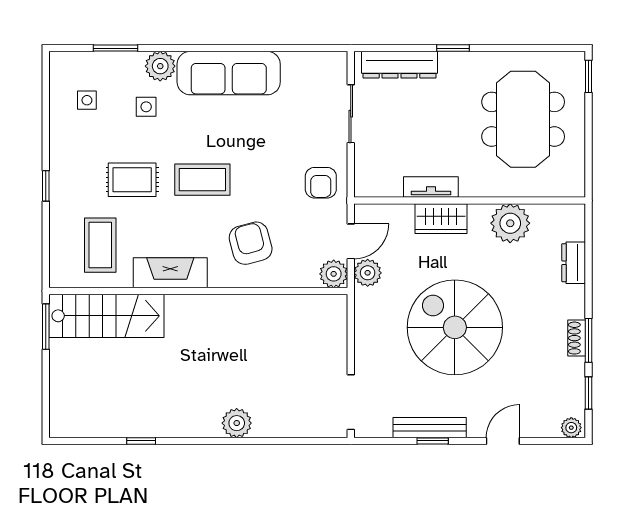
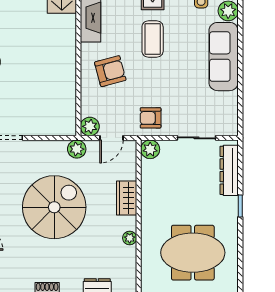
plant: (368, 183) -> (150, 149), added
tv unit: (431, 187) -> (148, 191), removed
plant: (510, 223) -> (130, 238), width x0.53, depth x0.53
door: (351, 241) -> (111, 138), hinge flipped
plant: (368, 273) -> (77, 149), moved

